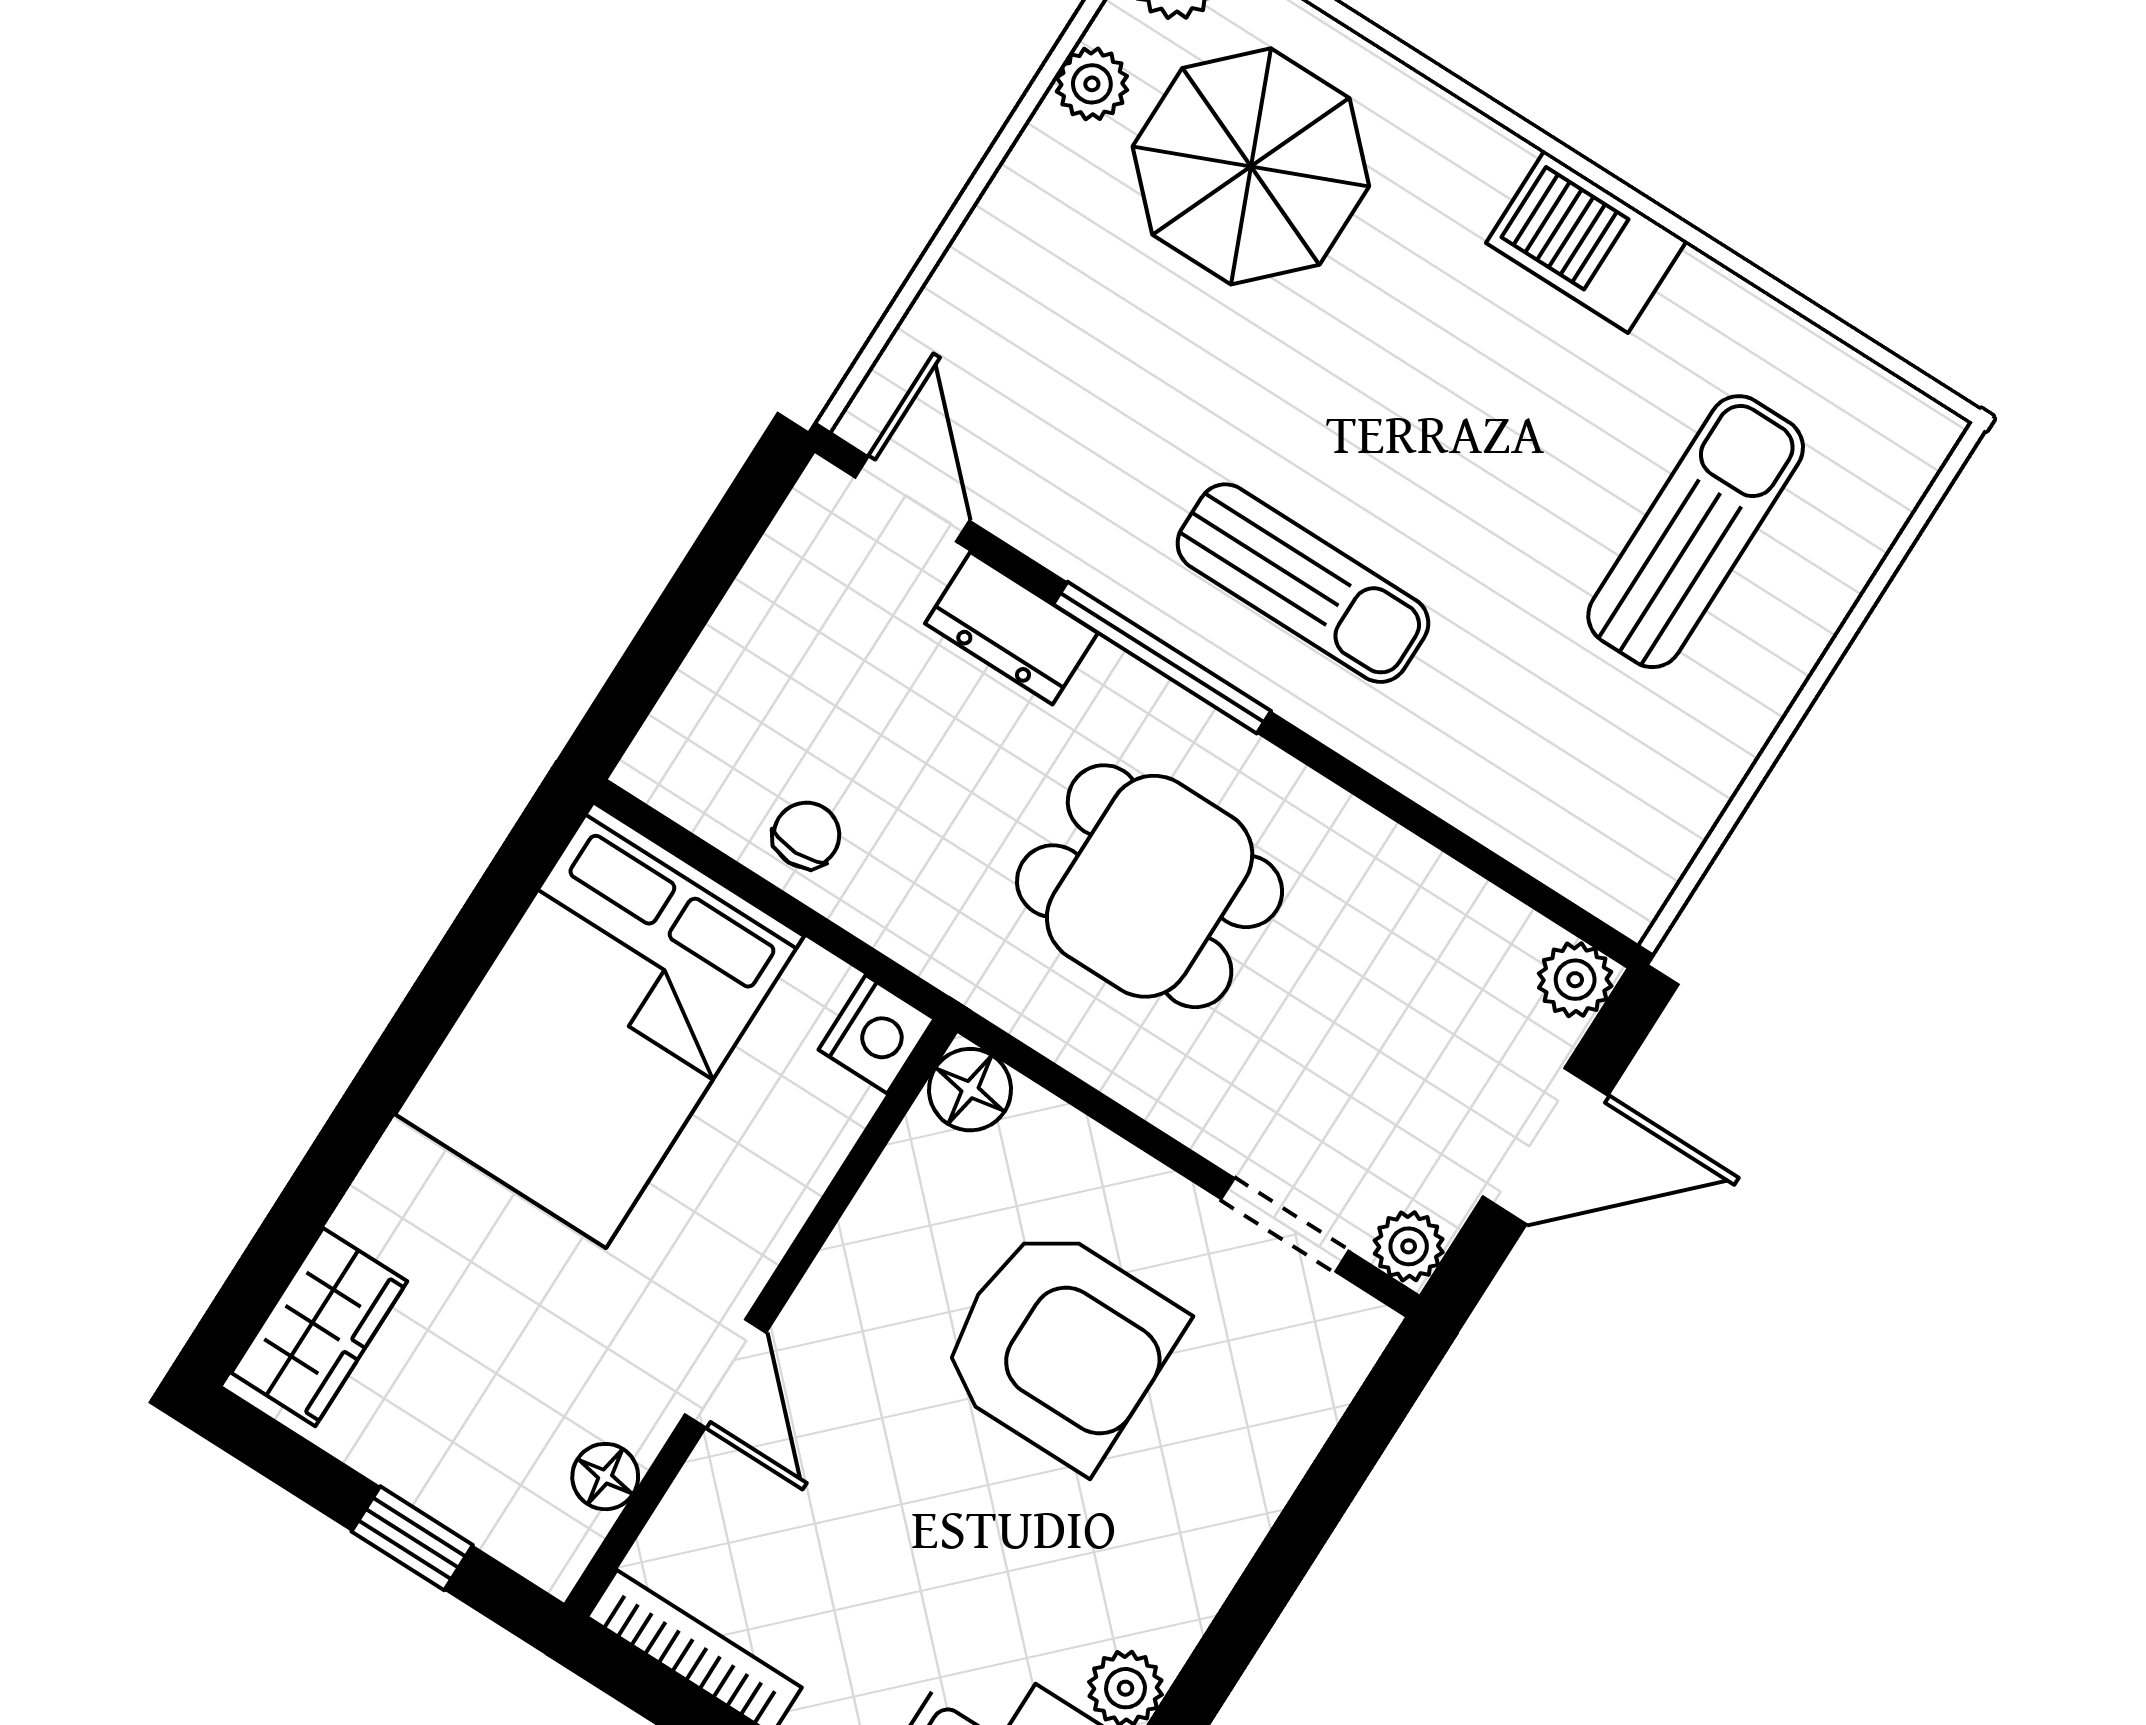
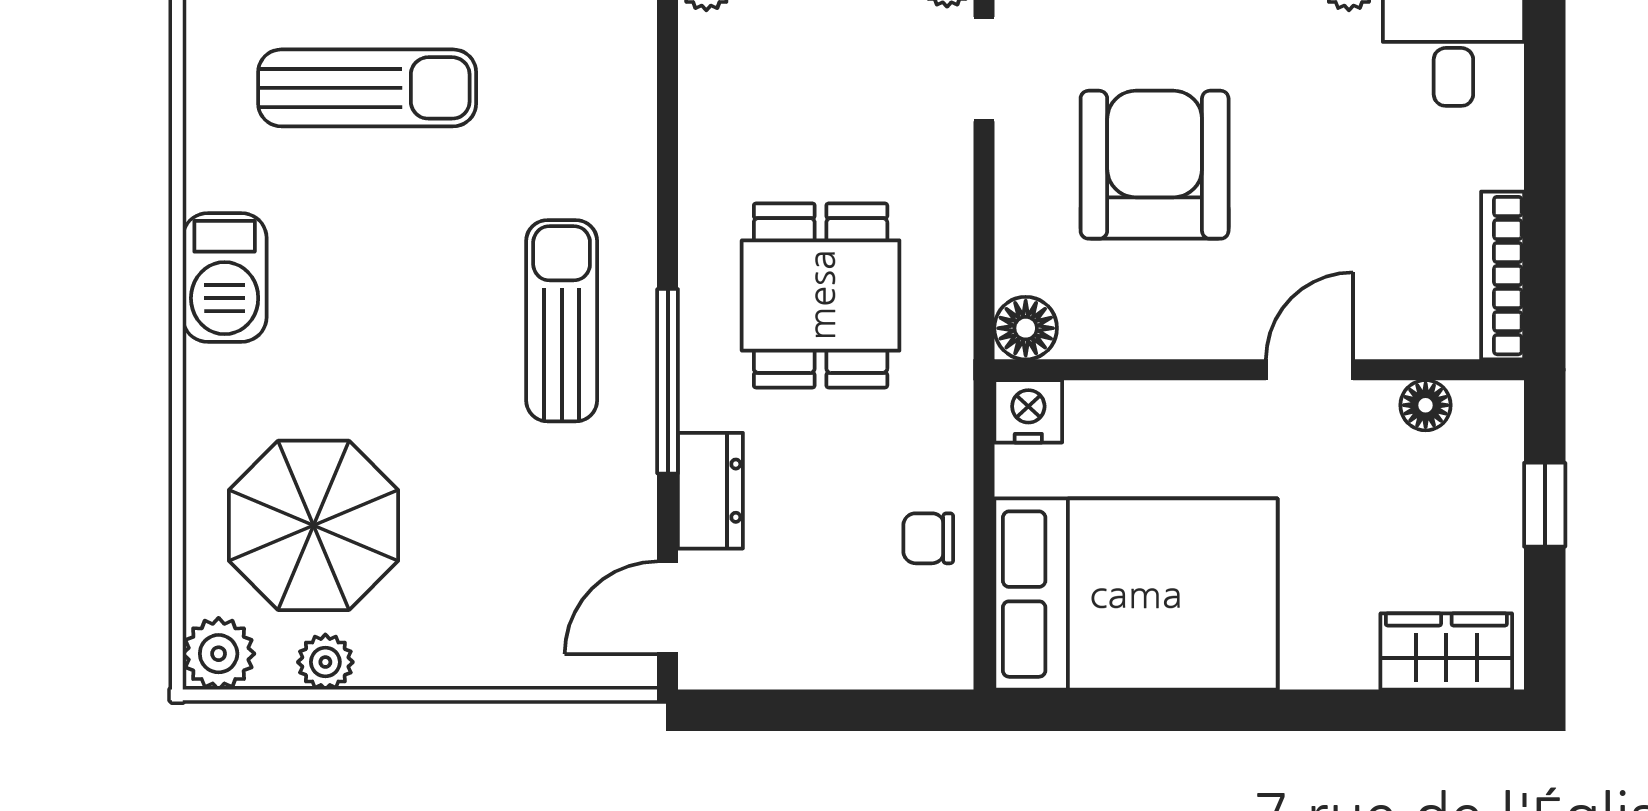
sun lounger: (1696, 532) -> (367, 88), turned 180

